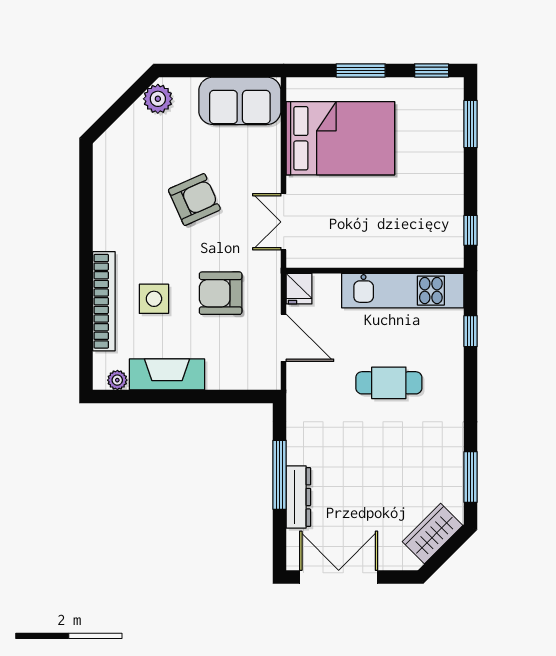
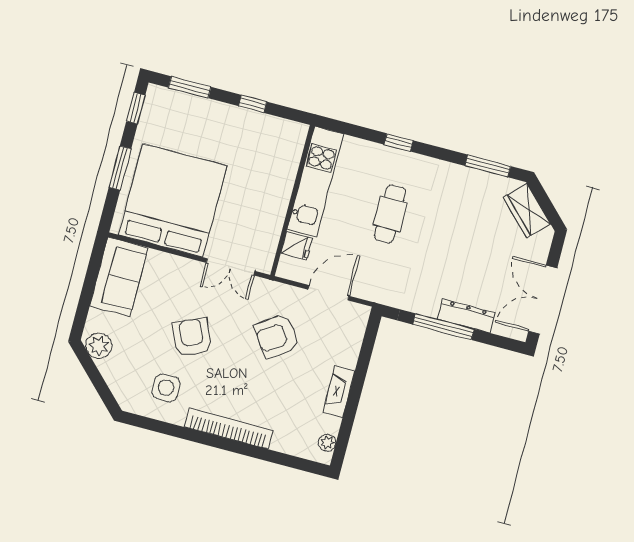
bed: (340, 138) -> (173, 200), width x1.36
window: (471, 230) -> (253, 104), moved
fridge: (299, 289) -> (297, 246), moved
armchair: (221, 293) -> (277, 336), turned 55
side table: (154, 299) -> (166, 388), moved
bookcase: (104, 301) -> (229, 429), moved
window: (471, 331) -> (399, 142), moved
fireplace: (167, 374) -> (339, 392), width x0.73, depth x0.76

